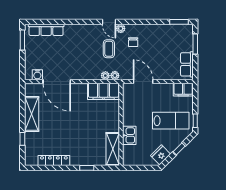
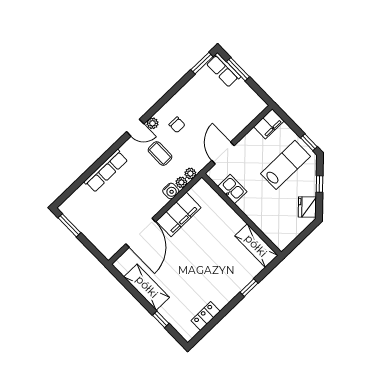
row of seats: (46, 30) -> (106, 171), moved
row of seats: (187, 64) -> (223, 70), moved
water cooler: (37, 75) -> (171, 191), moved
door: (57, 81) -> (141, 233), hinge flipped
door: (143, 81) -> (223, 153), hinge flipped
filing cabinet: (104, 91) -> (179, 214), moved
kitchen sink: (129, 135) -> (232, 189), moved
locker: (54, 160) -> (206, 316), width x0.66

